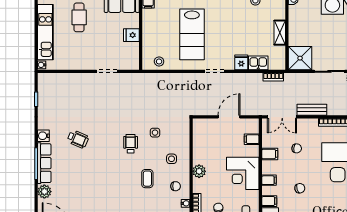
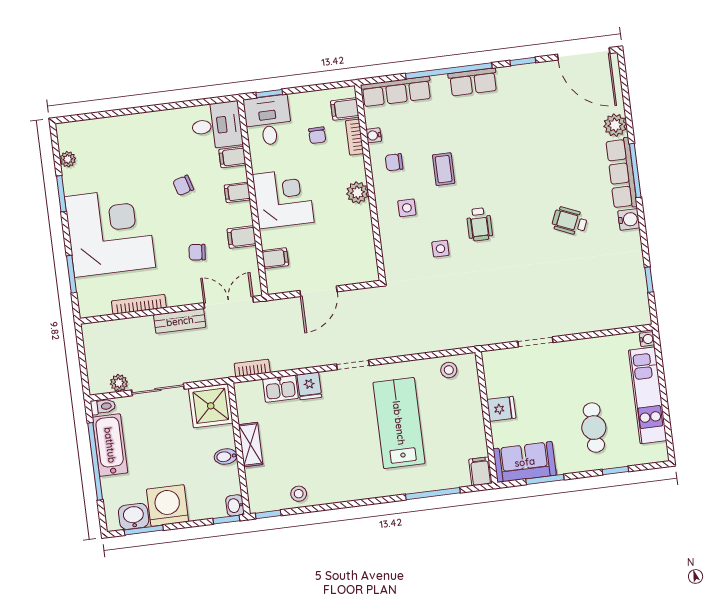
bidet: (295, 28) -> (226, 457), added

